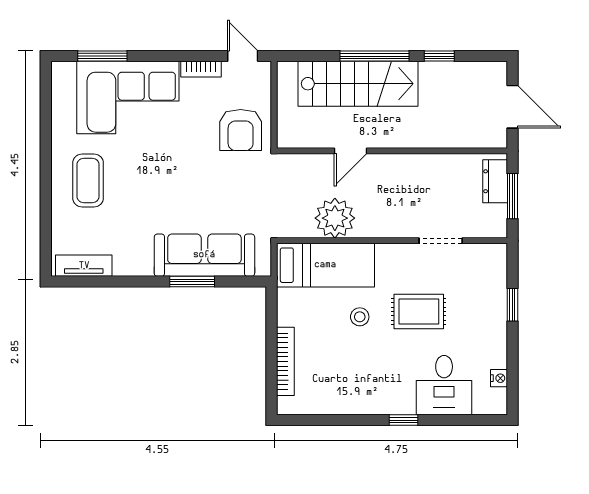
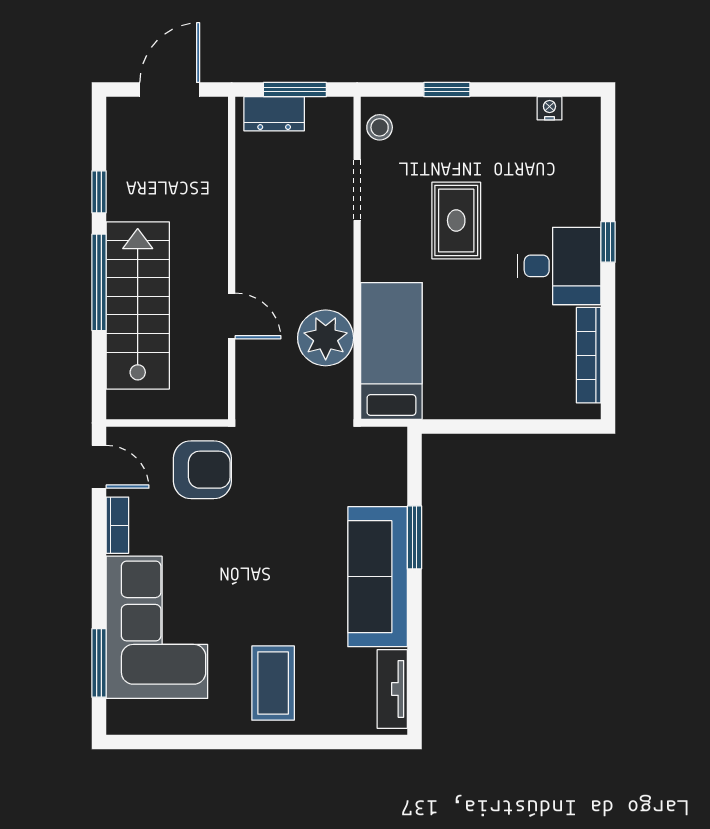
door: (243, 56) -> (99, 467), swing flipped
coffee table: (88, 181) -> (273, 683), turned 90
sofa: (204, 255) -> (378, 577), moved
stool: (360, 317) -> (380, 127), moved
bookcase: (285, 361) -> (589, 355), moved, turned -90
desk: (444, 385) -> (559, 266), moved

